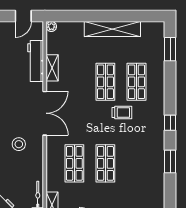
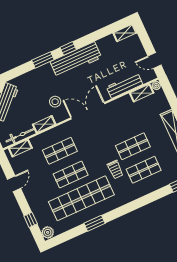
shelving: (52, 68) -> (142, 93), moved
double door: (45, 113) -> (88, 111), swing flipped
window: (170, 123) -> (124, 210), removed
shop shelf: (136, 163) -> (81, 198), added
shelving: (38, 167) -> (44, 124), added

